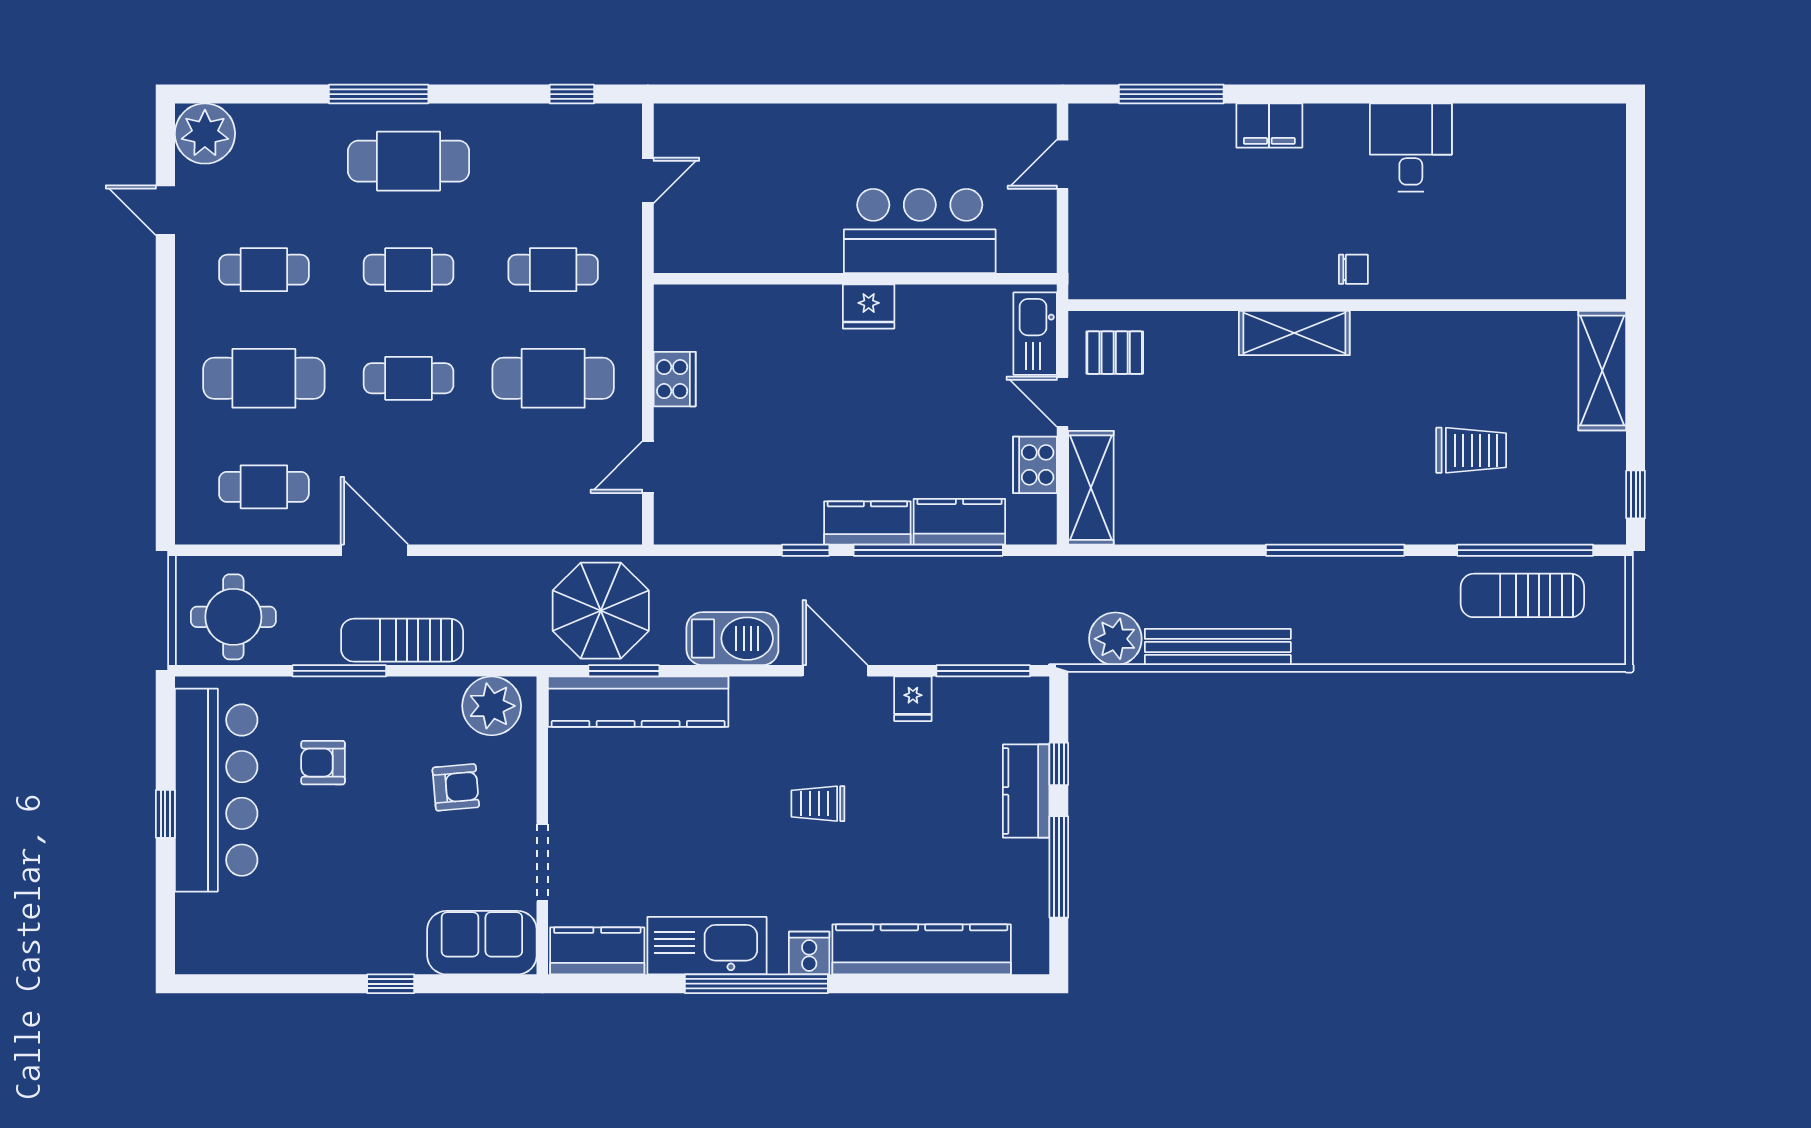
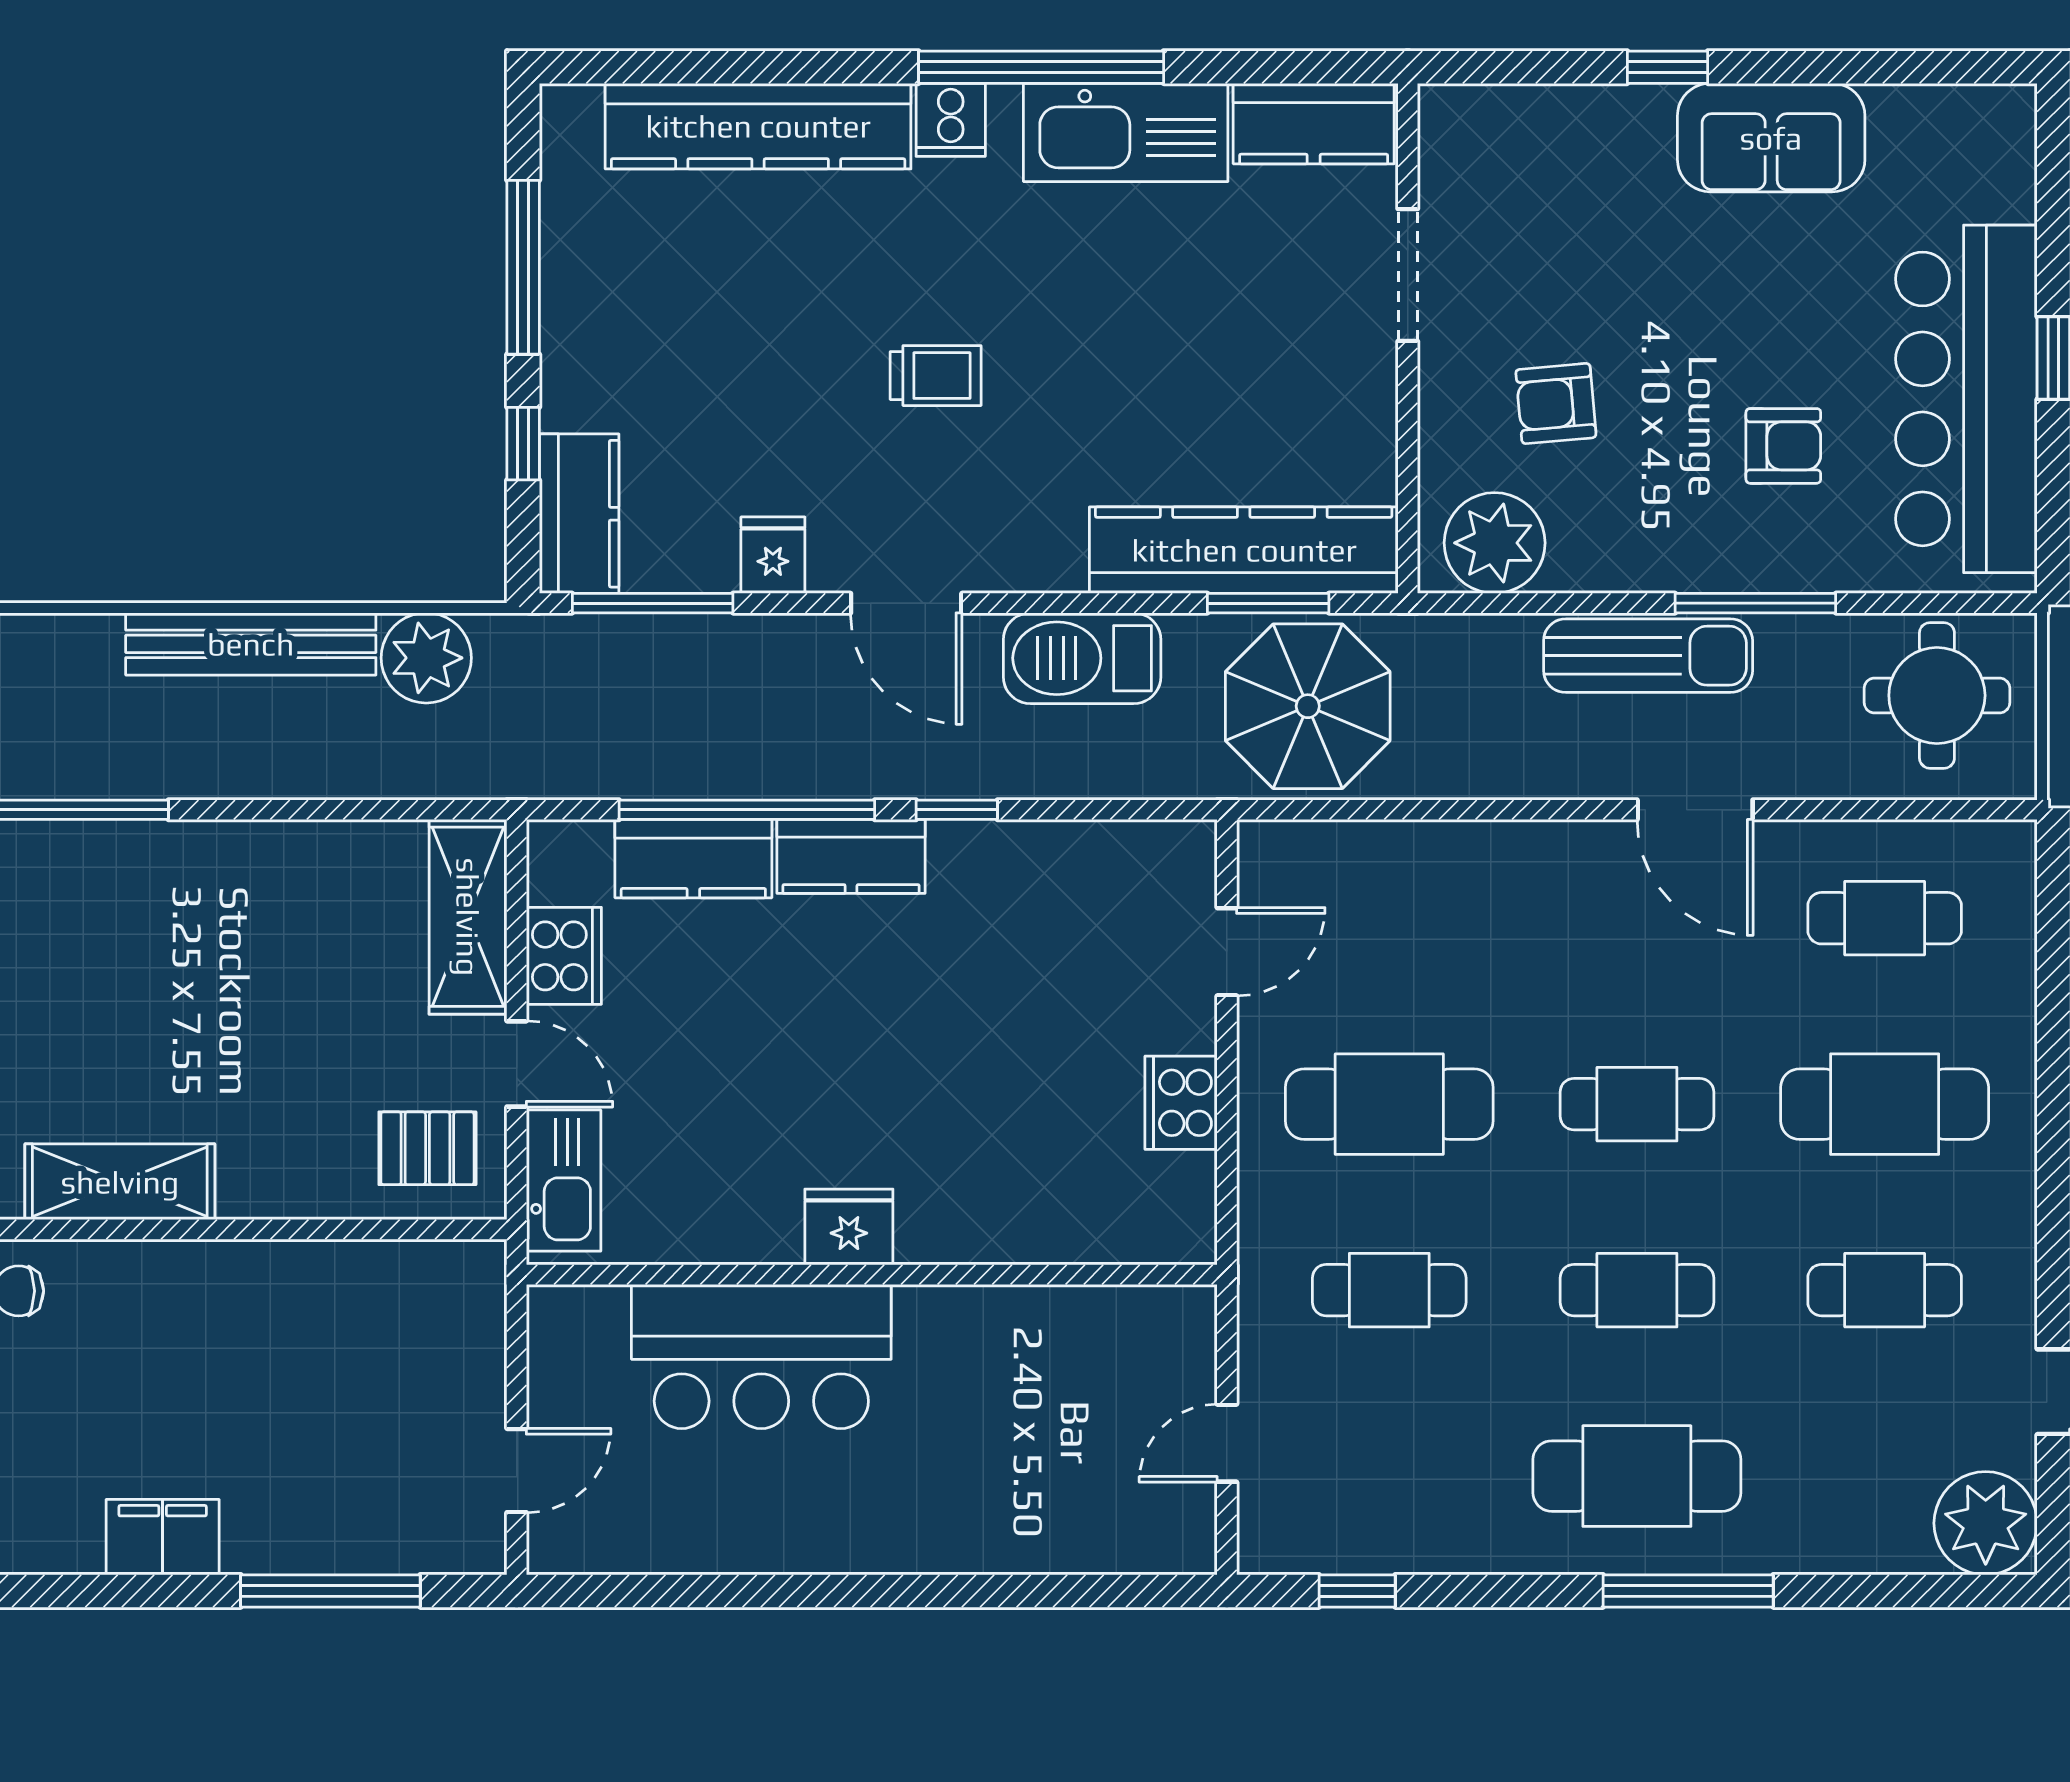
kitchen counter: (1026, 791) -> (579, 514), moved
sofa: (482, 943) -> (1771, 138), moved

